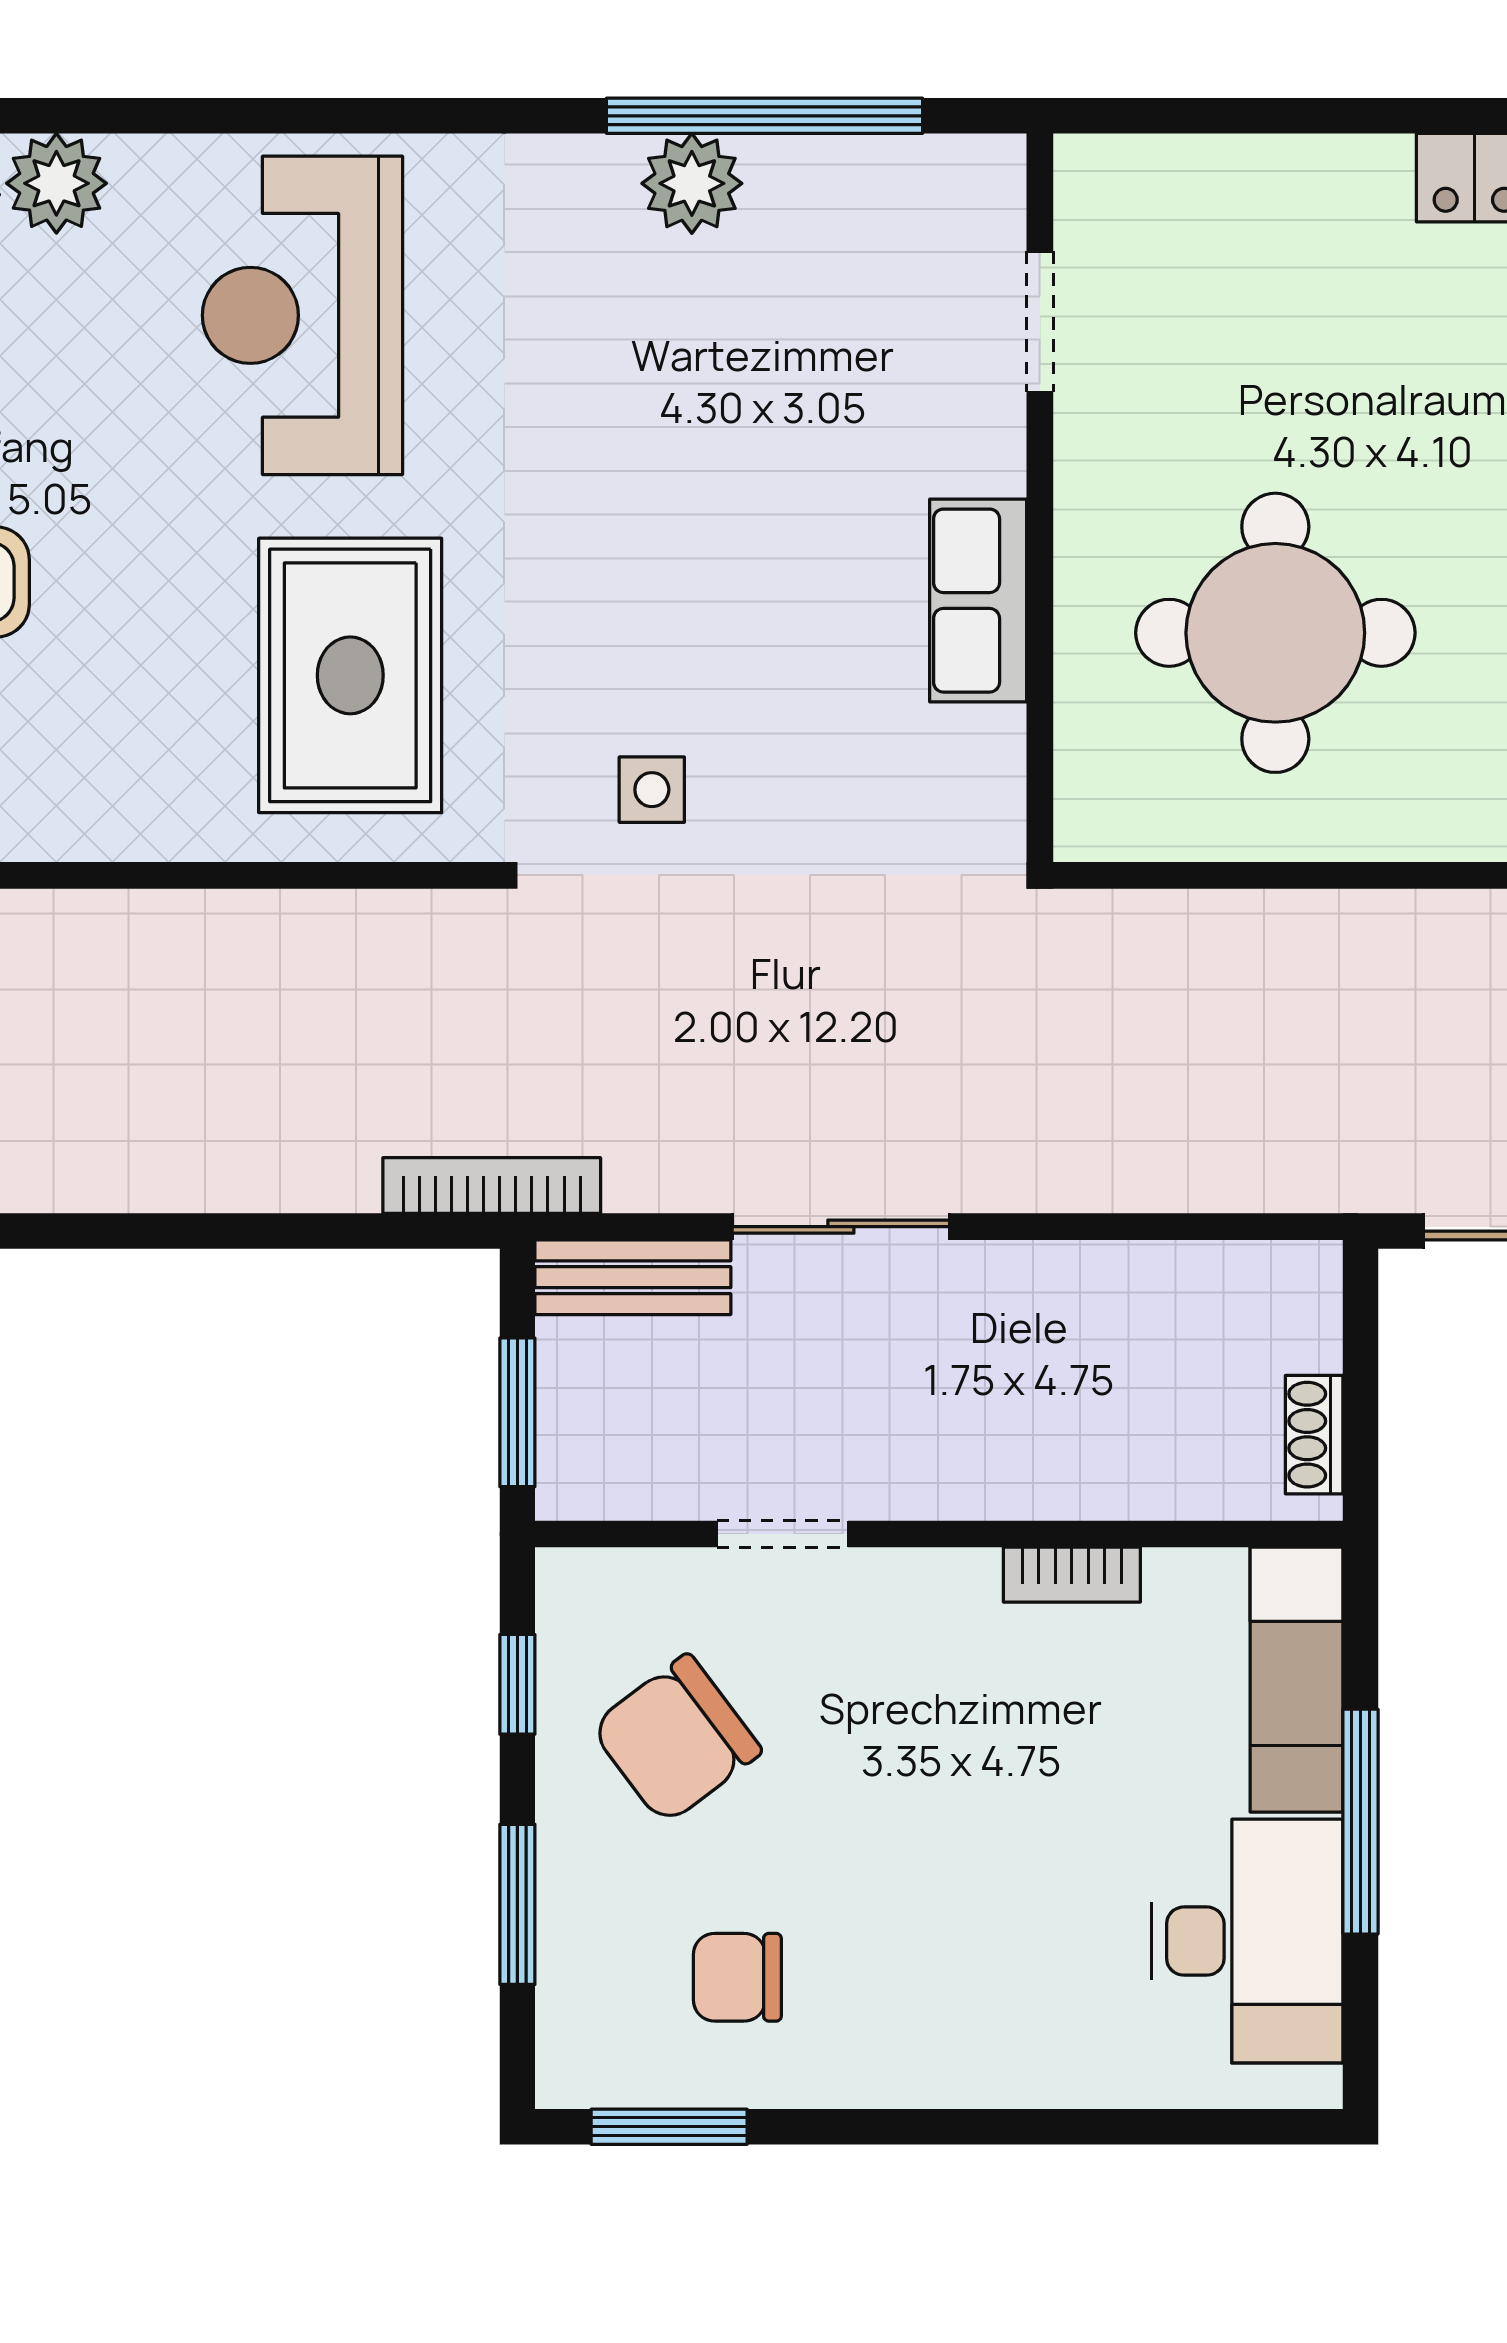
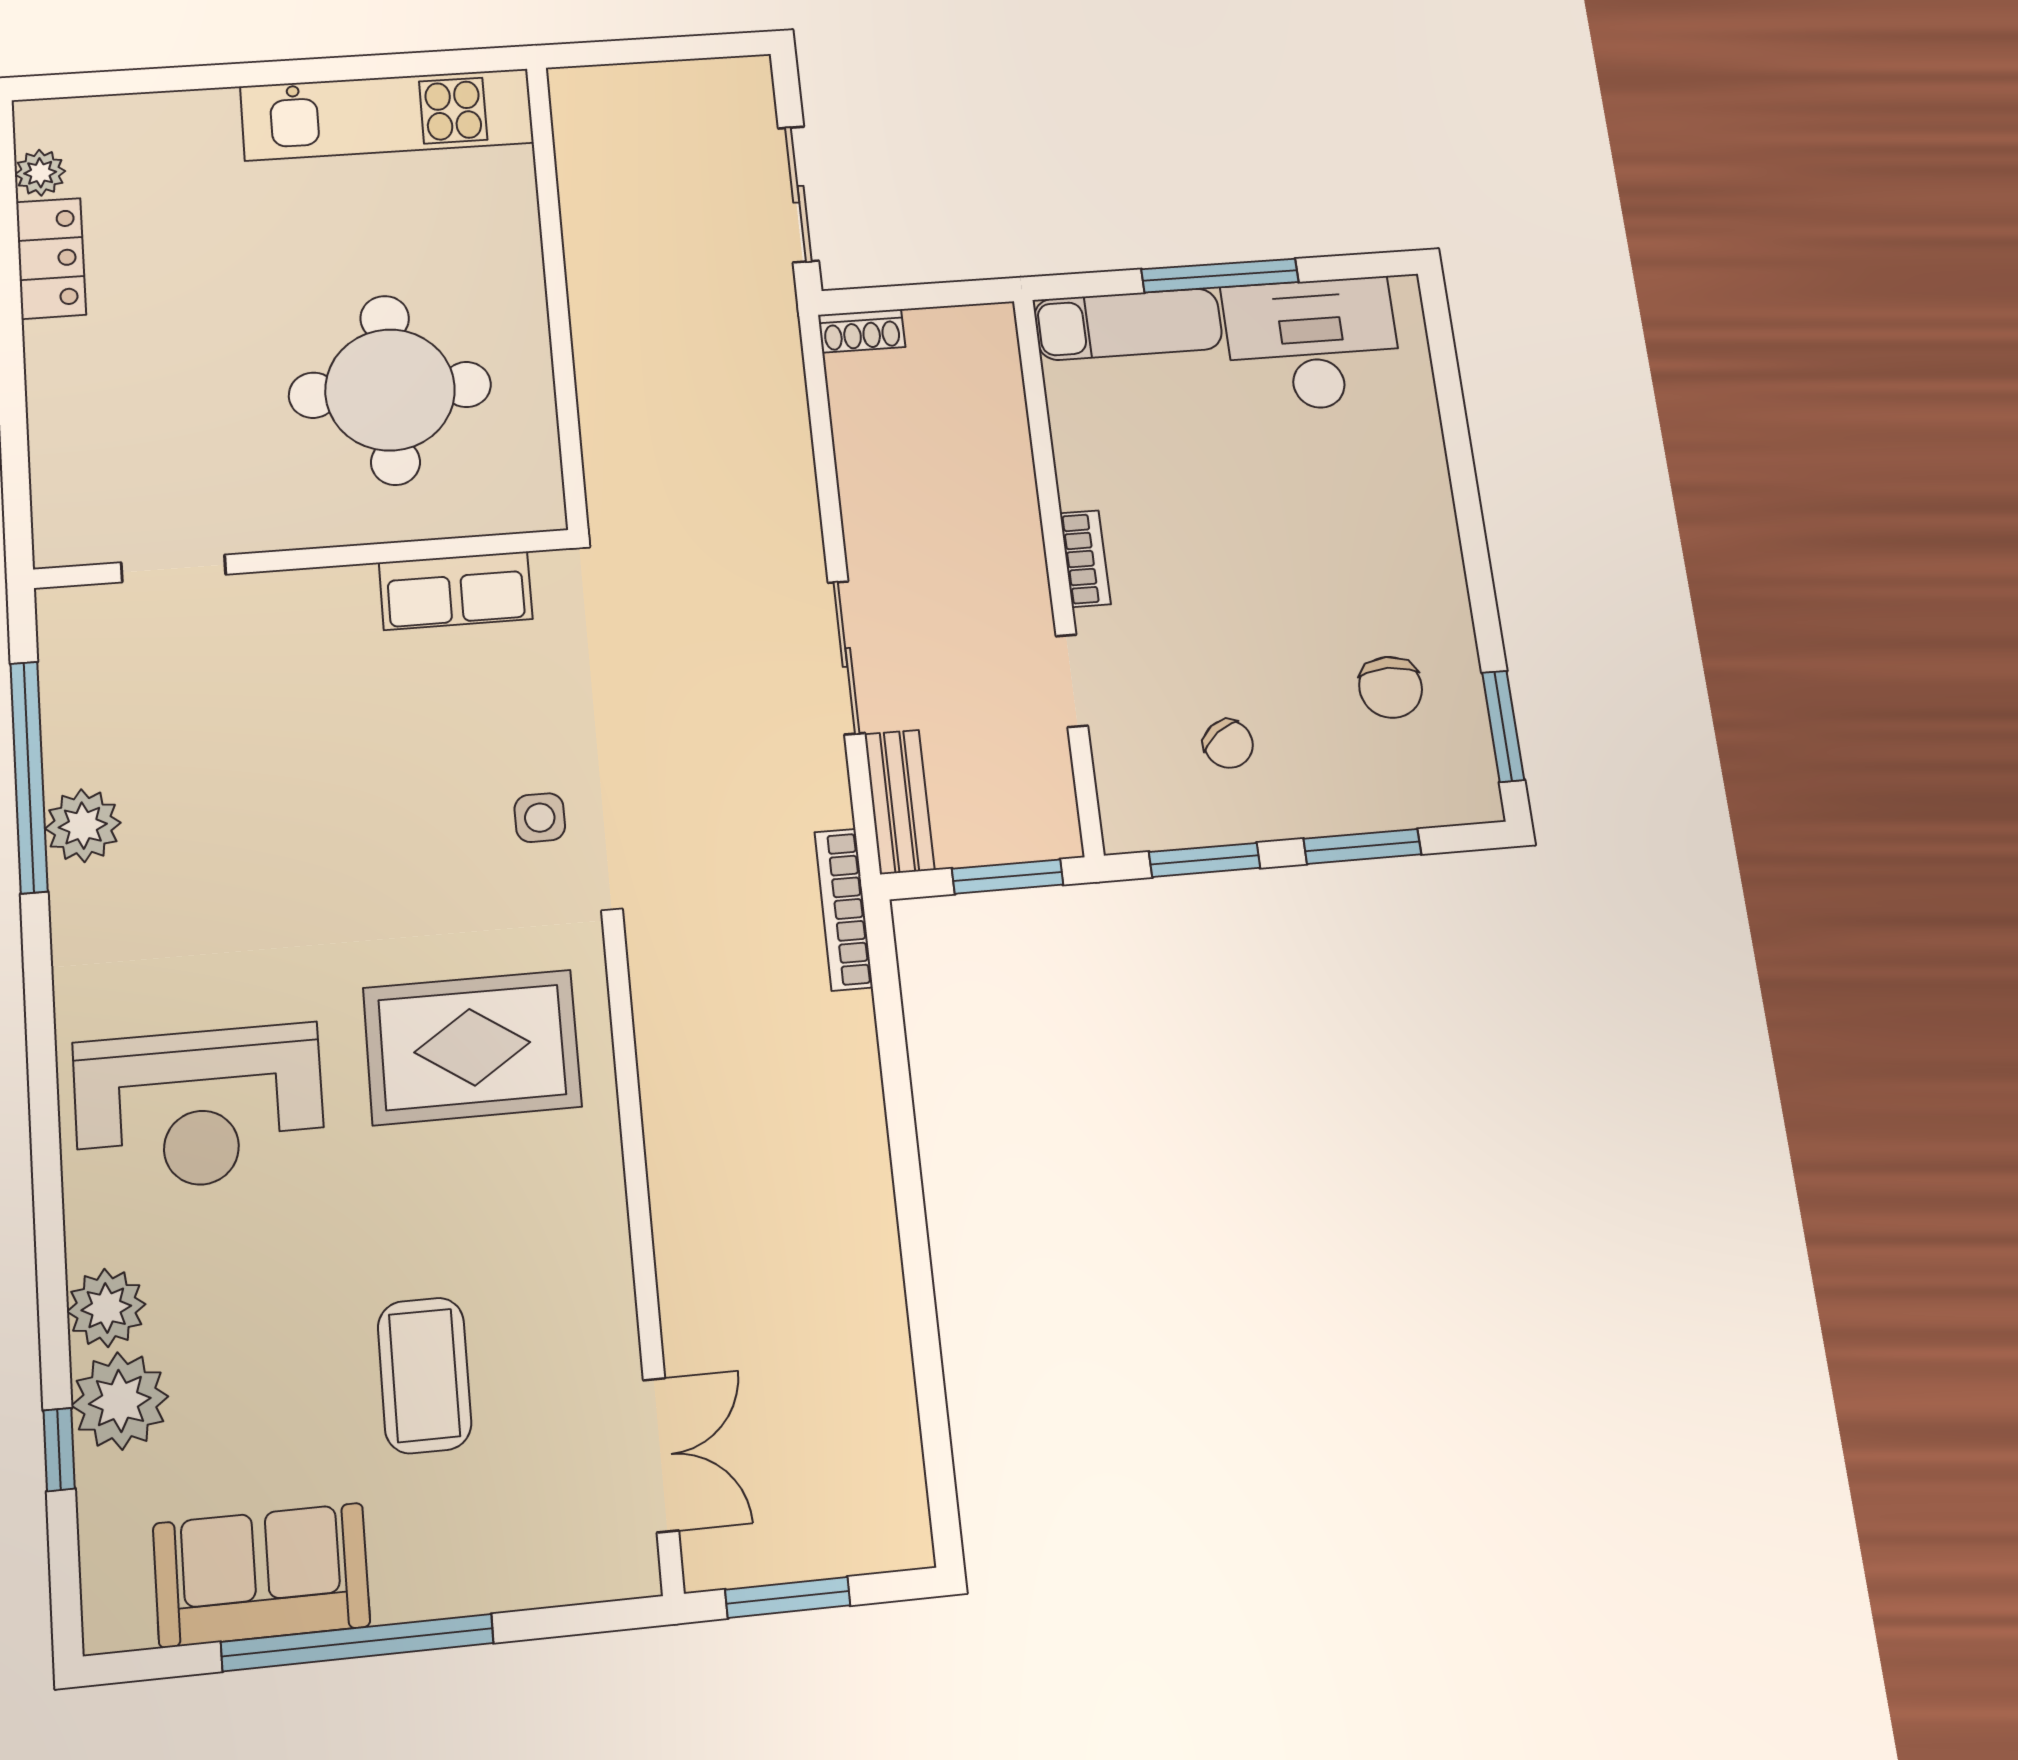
row of seats: (978, 601) -> (456, 591), moved
shoe rack: (1314, 1435) -> (862, 331), moved
bookcase: (1072, 1575) -> (1085, 559), moved
window: (517, 1684) -> (1205, 860), width x1.50
chair: (676, 1739) -> (1228, 744), width x0.54, depth x0.54

